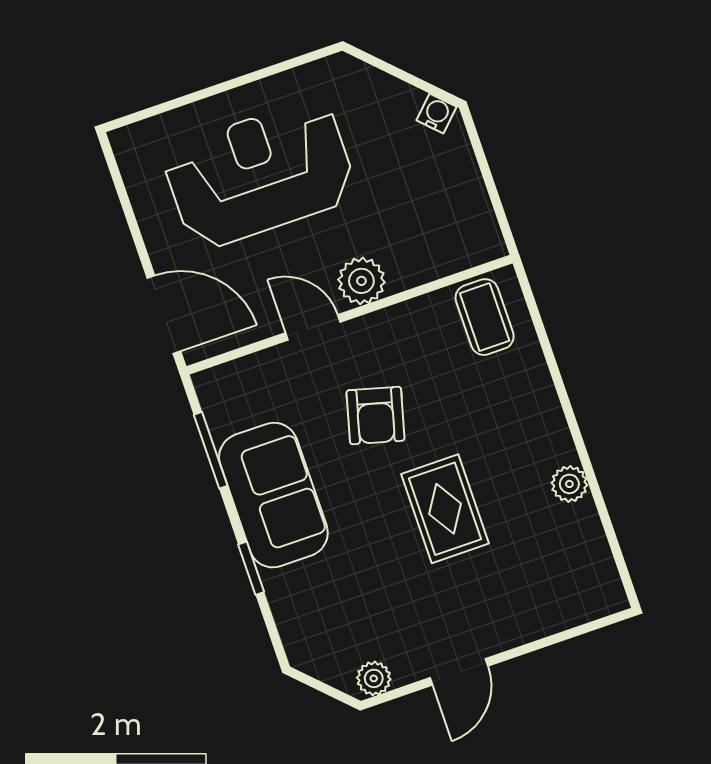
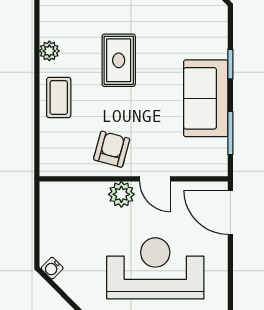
reception desk: (260, 174) -> (155, 268), turned 180
coffee table: (485, 317) -> (59, 97), moved
armchair: (375, 416) -> (112, 149), moved

